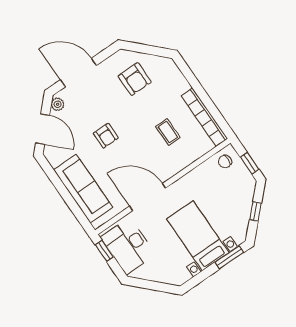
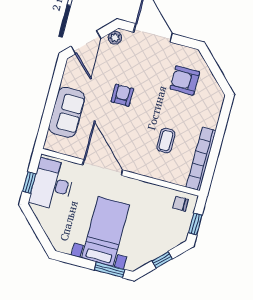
armchair: (135, 79) -> (185, 80), turned 90
armchair: (106, 136) -> (122, 95), turned 180
sofa: (83, 189) -> (67, 112), width x0.73
window: (104, 251) -> (29, 183), moved

